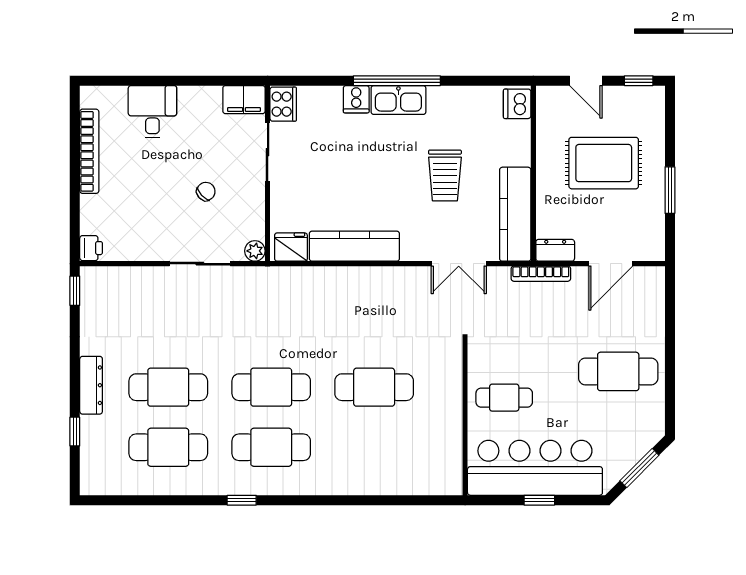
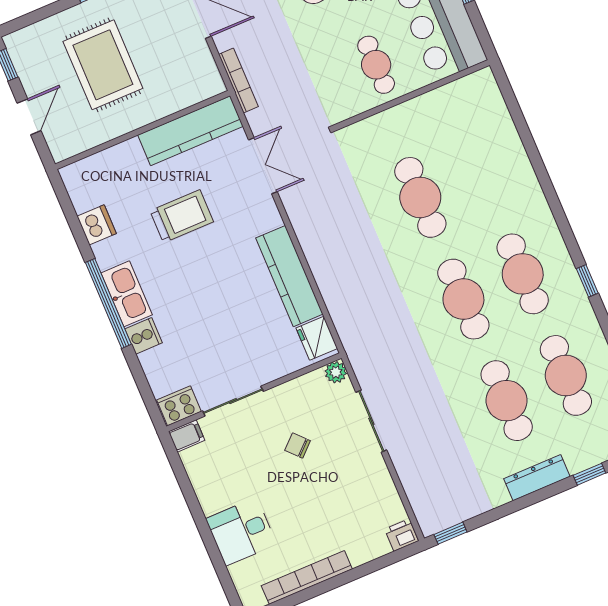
filing cabinet: (244, 100) -> (187, 436), width x0.50
dishwasher: (517, 104) -> (97, 225), moved, turned -90
dresser: (555, 250) -> (209, 76), removed

